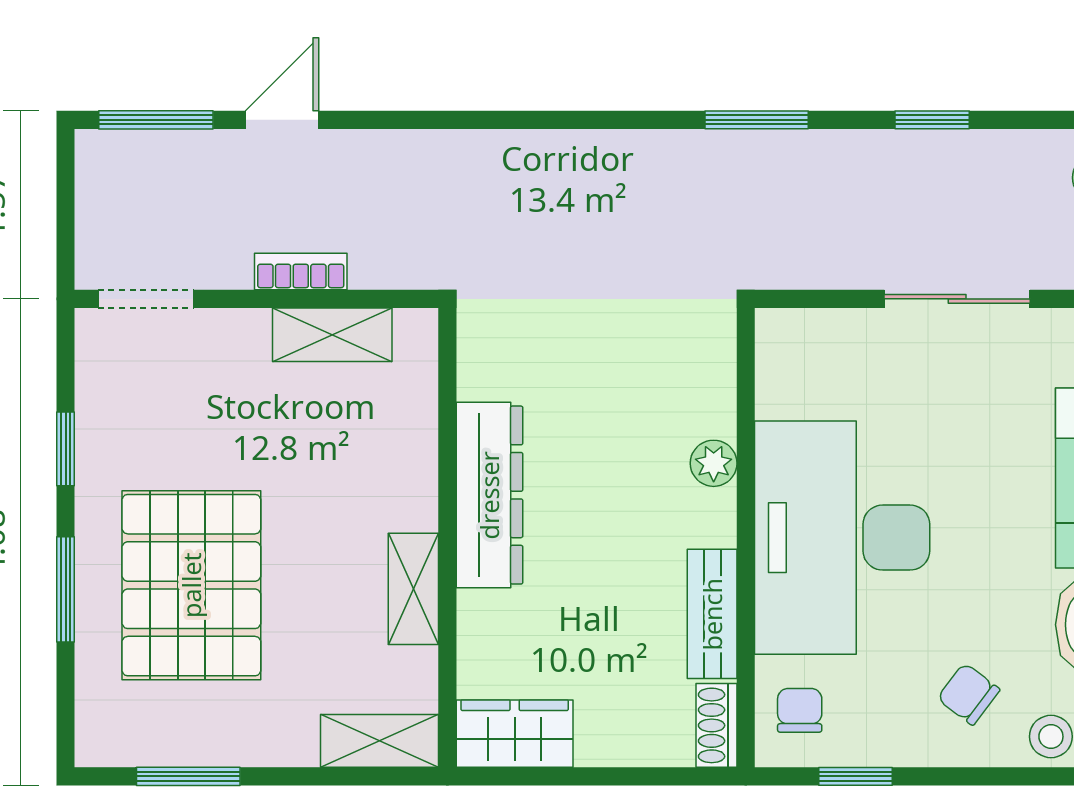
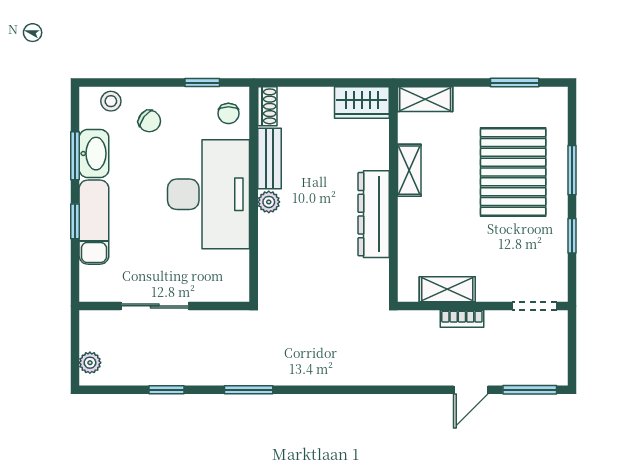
plant: (714, 463) -> (269, 202), moved

